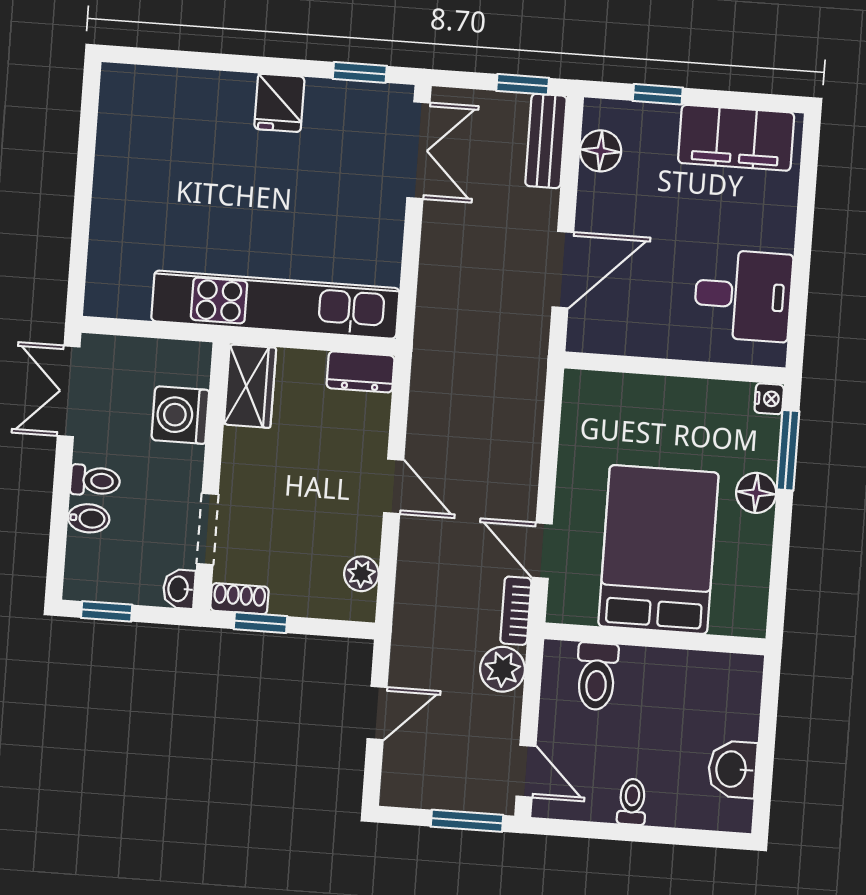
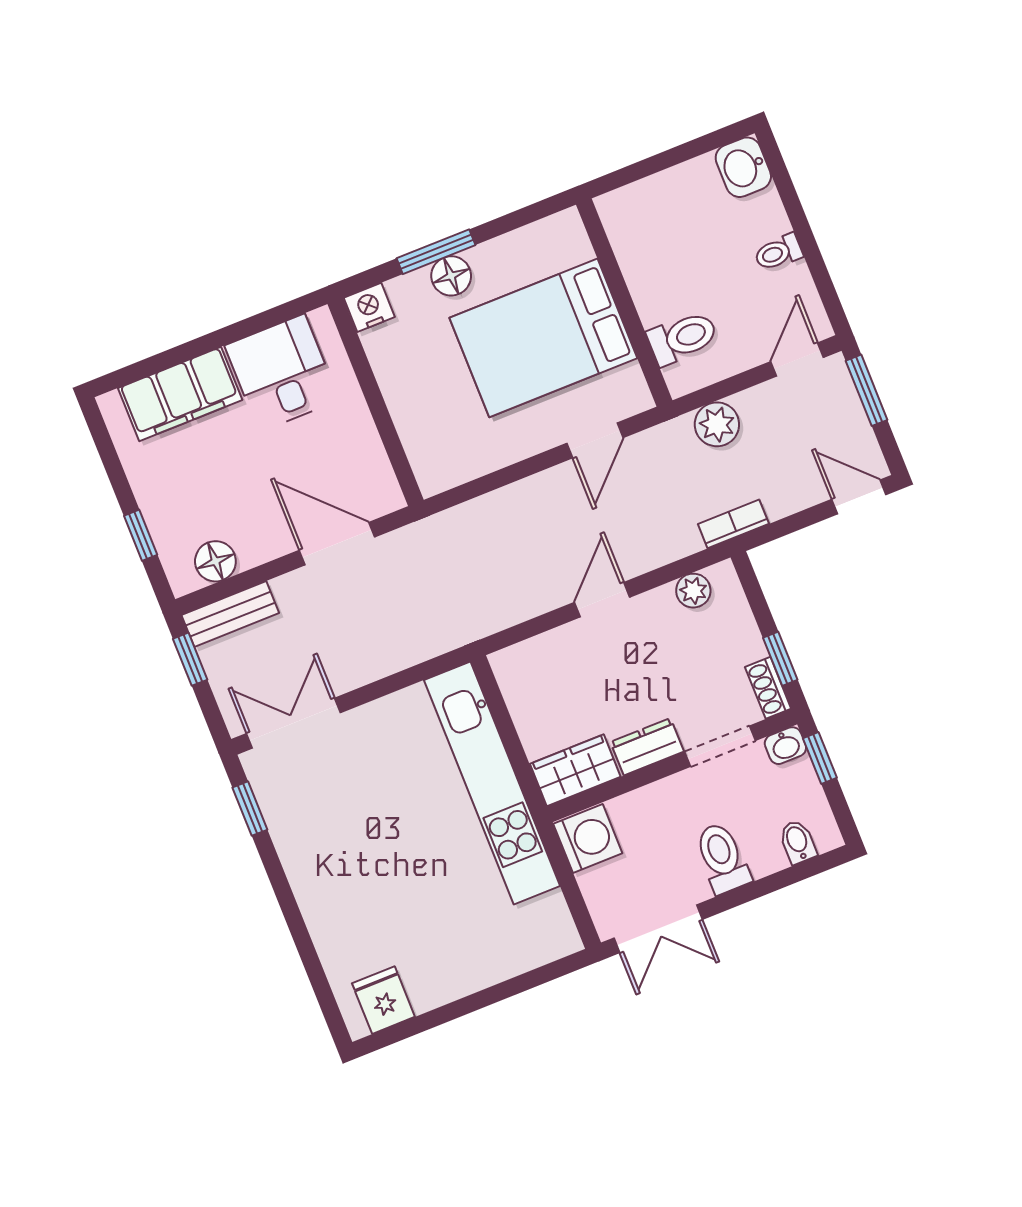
fridge: (279, 103) -> (383, 1000), moved, turned -90
filing cabinet: (736, 138) -> (180, 394), moved, turned 90
dresser: (361, 372) -> (647, 747), moved, turned -90
nightstand: (769, 399) -> (369, 307), width x1.39, depth x1.35
washing machine: (180, 415) -> (588, 838), moved, turned -90
window: (788, 450) -> (436, 252), moved
toilet: (95, 481) -> (722, 858), width x1.37, depth x1.39
bidet: (89, 518) -> (798, 842), moved
window: (107, 611) -> (820, 758), moved
bookcase: (516, 611) -> (733, 524), moved, turned 180
door: (377, 713) -> (859, 497), moved
washbasin: (732, 769) -> (743, 167), moved, turned 90

